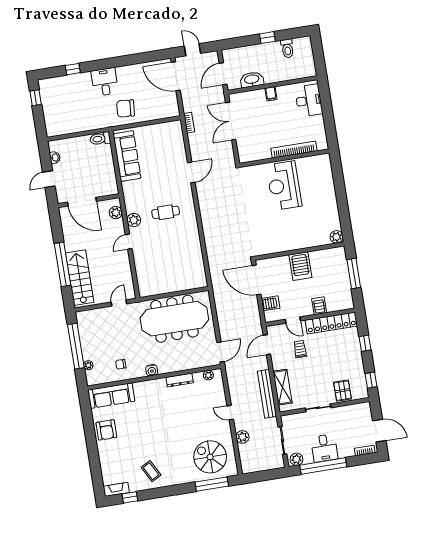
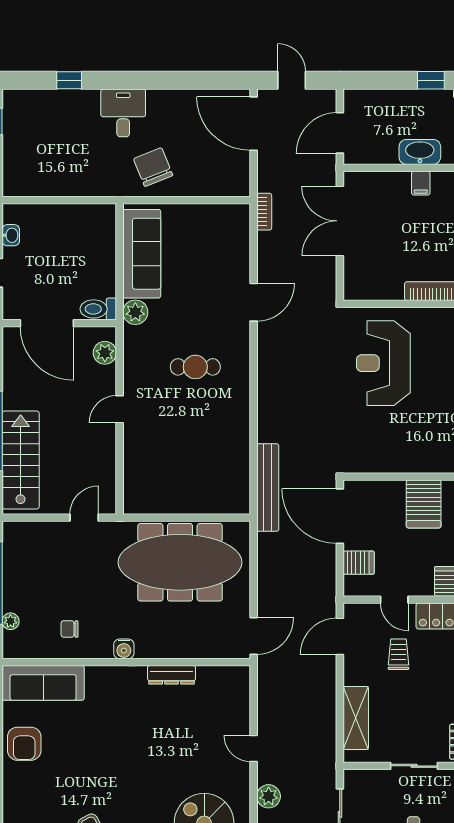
washbasin: (252, 80) -> (420, 152), moved
chair: (126, 108) -> (153, 167), turned 63
toilet: (100, 139) -> (98, 309), moved
reception desk: (284, 186) -> (383, 363), moved
plant: (134, 220) -> (135, 312), moved
plant: (208, 375) -> (225, 674), removed
bench: (267, 394) -> (268, 488), moved

